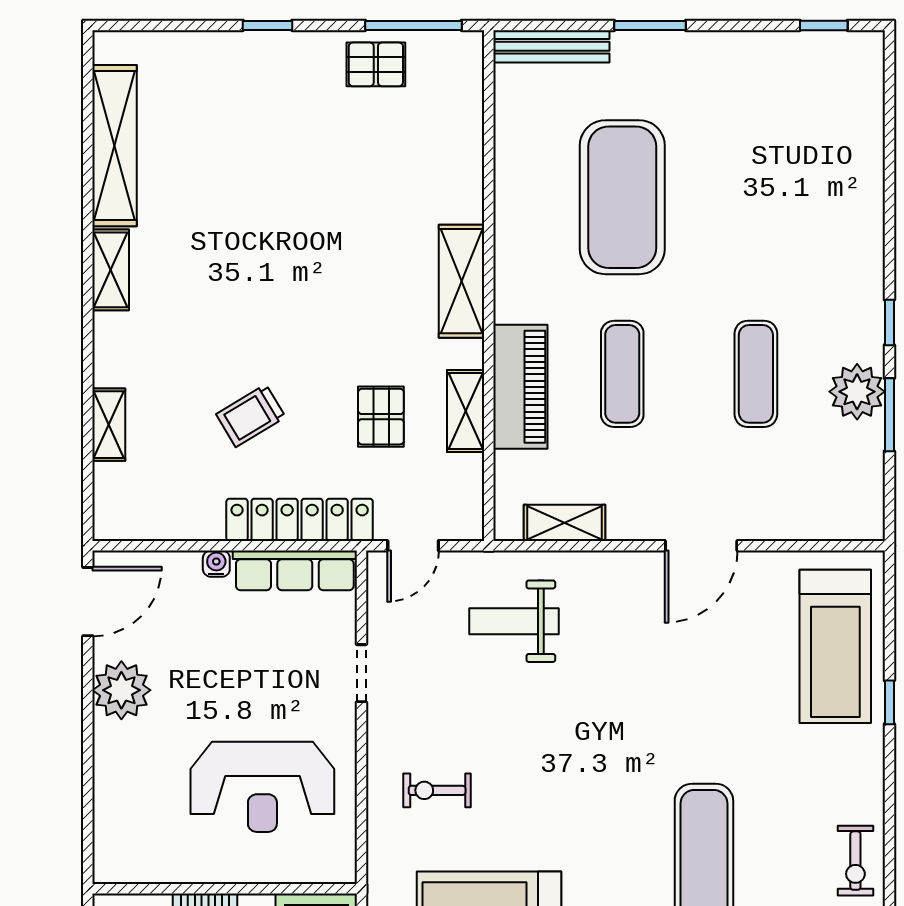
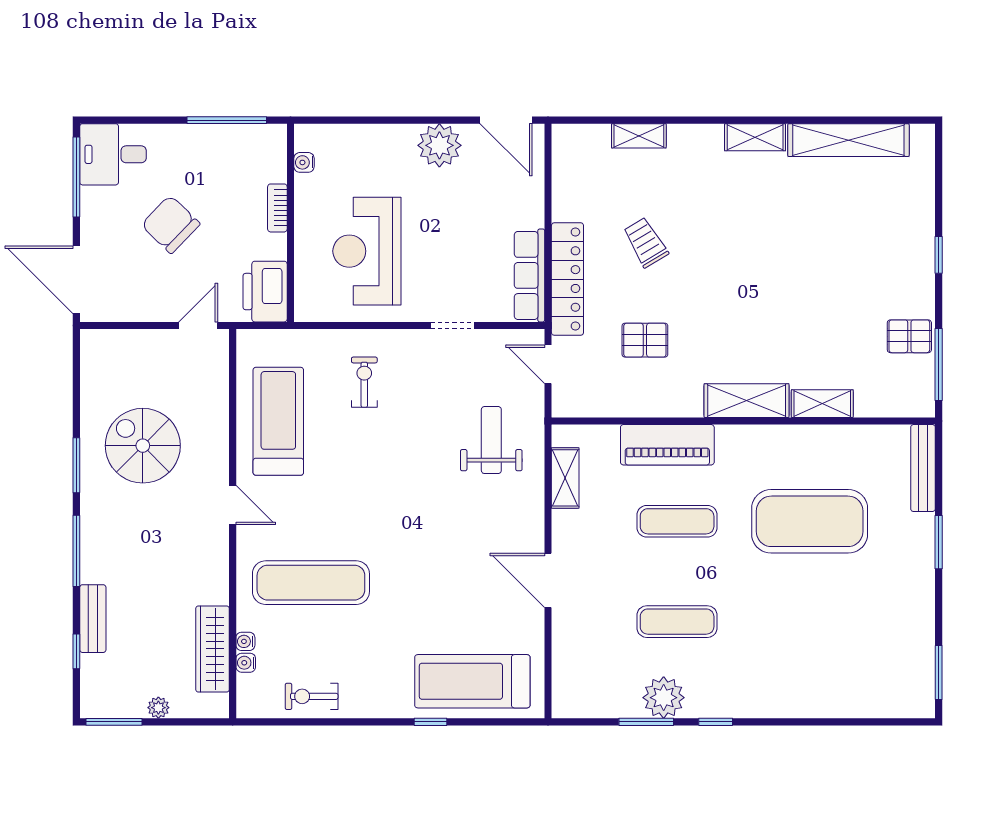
window: (824, 25) -> (939, 673), width x1.50
pallet: (376, 64) -> (909, 336), turned 90
shelving: (466, 411) -> (822, 404), moved
water cooler: (216, 564) -> (304, 162), moved, turned 180

